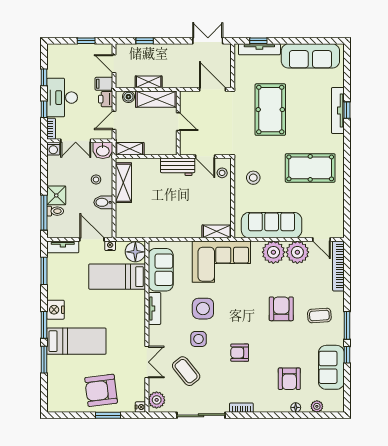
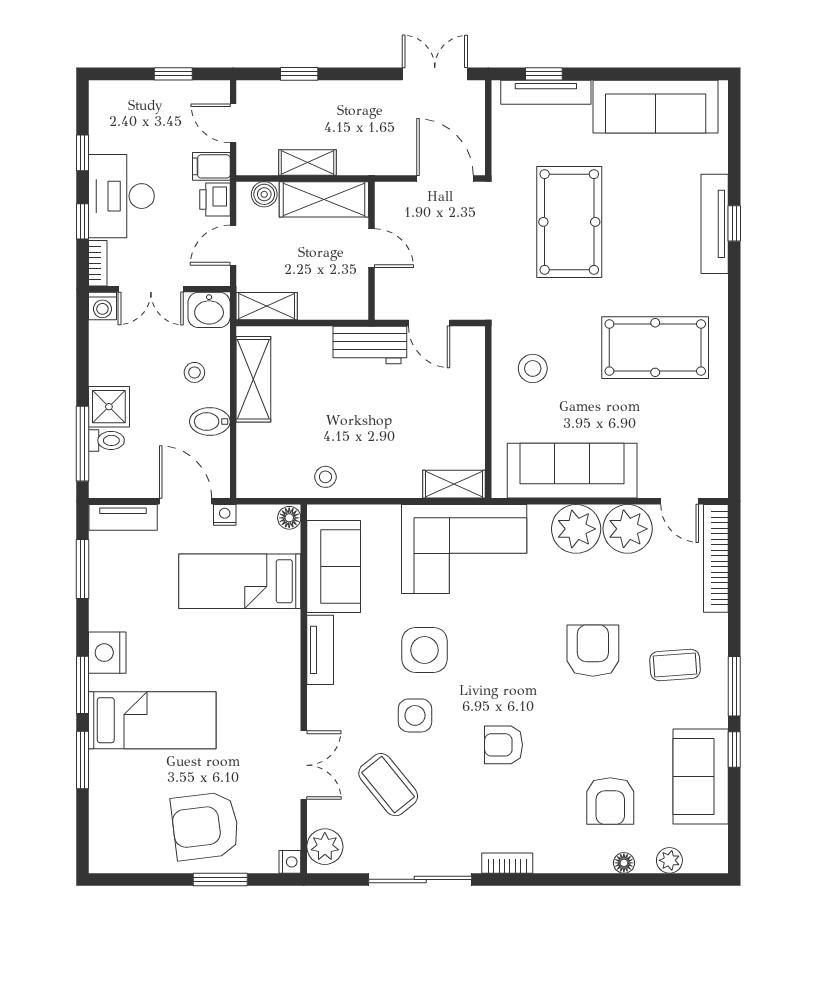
stool: (222, 173) -> (325, 477), moved
floor lamp: (135, 252) -> (289, 518), width x0.53, depth x0.53

